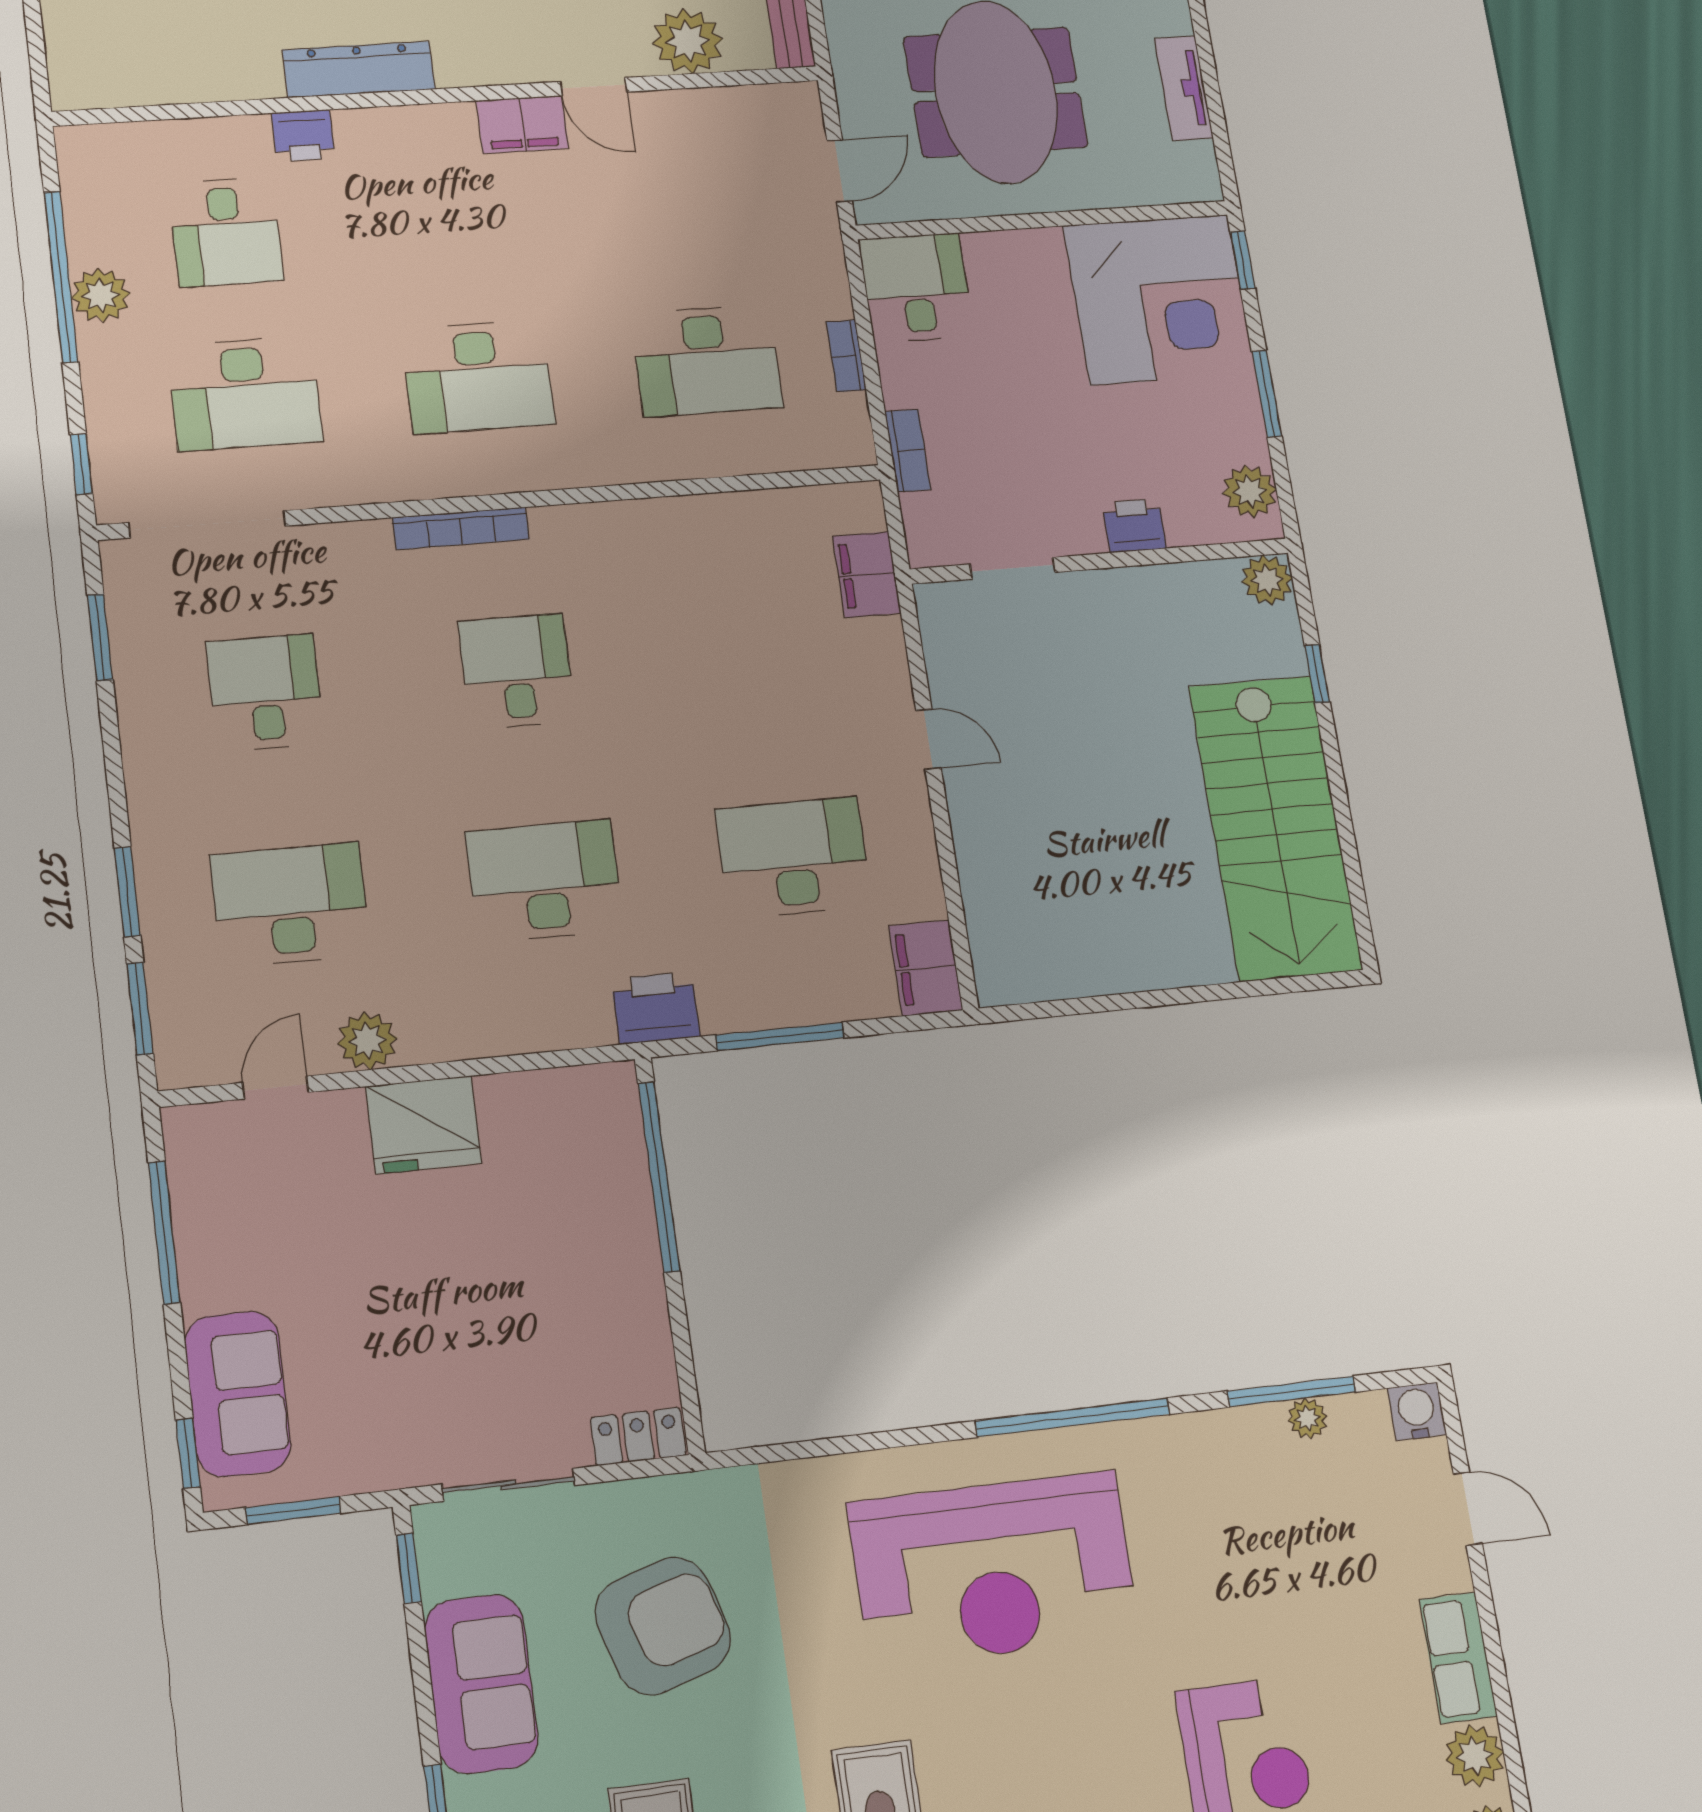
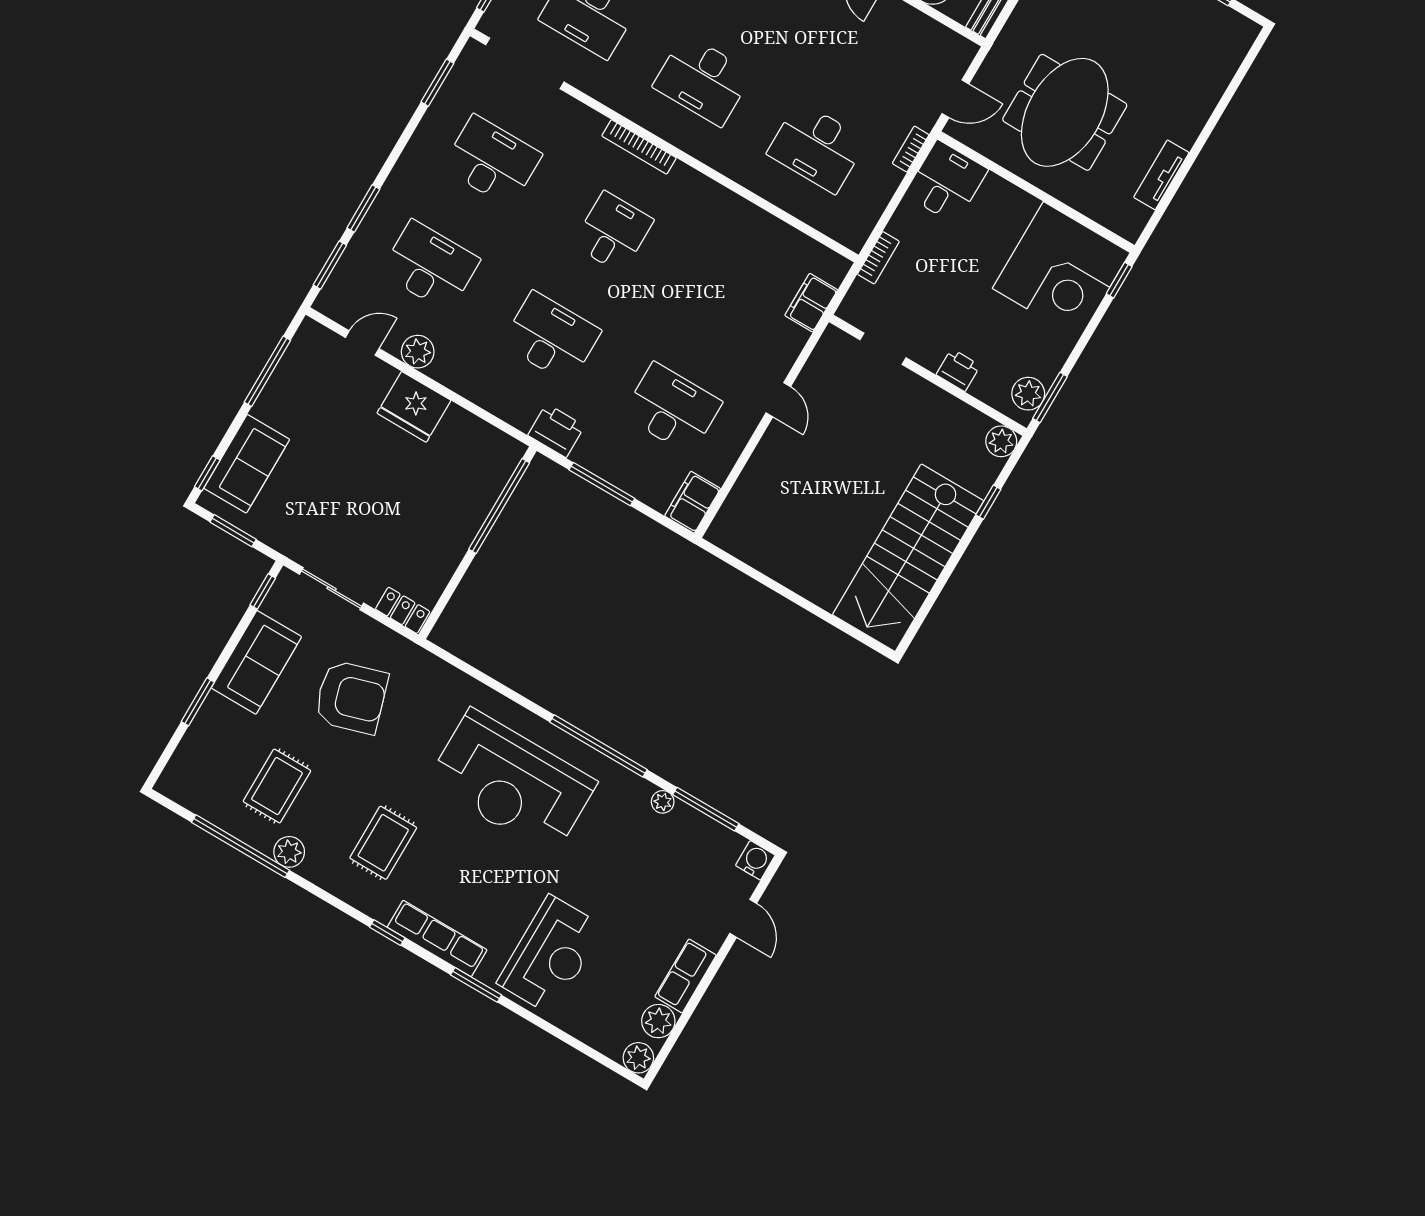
bookcase: (846, 356) -> (911, 149), moved
window: (1267, 394) -> (1050, 398), moved
desk: (265, 693) -> (492, 161), width x1.37
plant: (1308, 1418) -> (663, 802), moved

